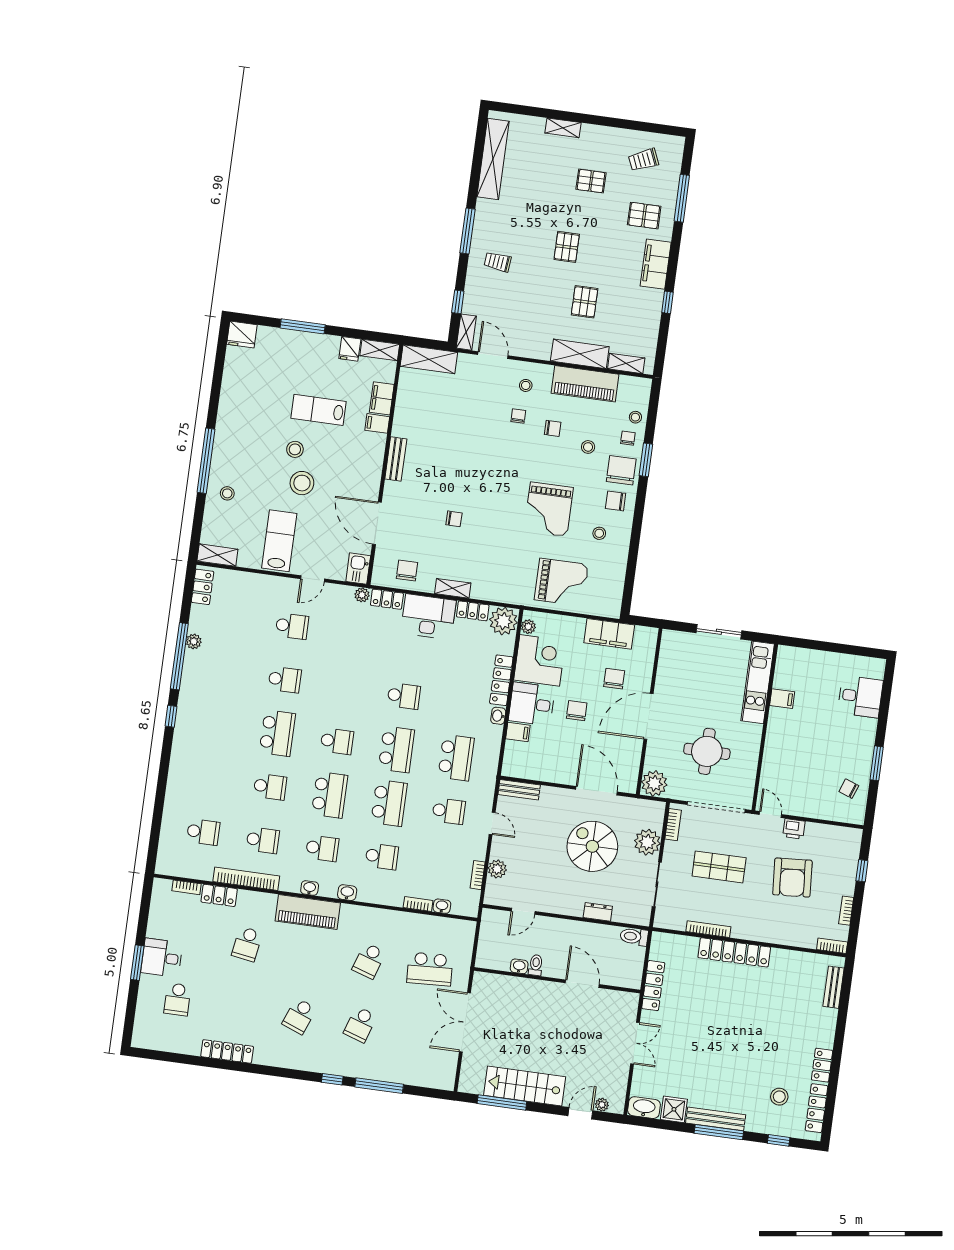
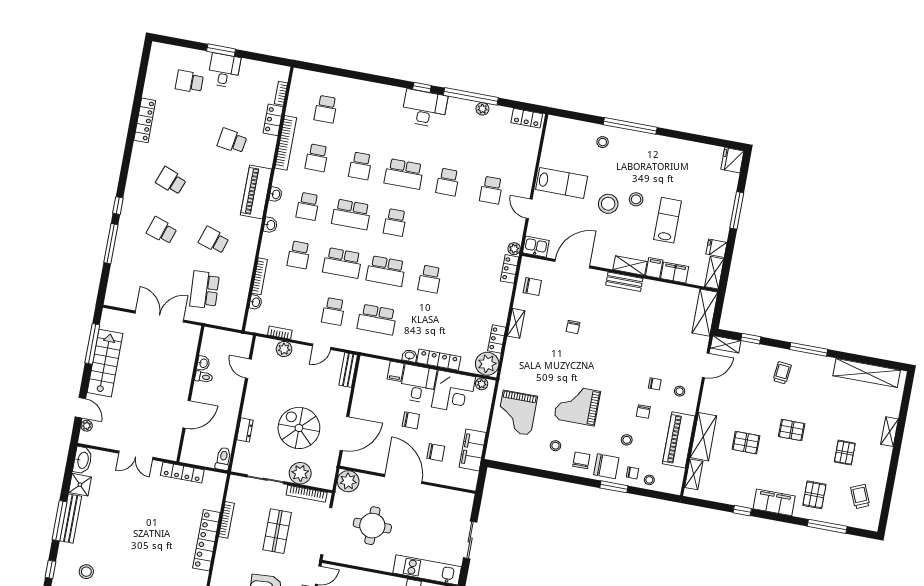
shelving: (217, 555) -> (630, 266), moved, turned 90
desk: (428, 617) -> (425, 108), moved, turned -90
bookcase: (673, 825) -> (307, 494), width x1.56
spiral stairs: (592, 846) -> (299, 428), turned -90
bookcase: (418, 904) -> (260, 276), width x1.56

